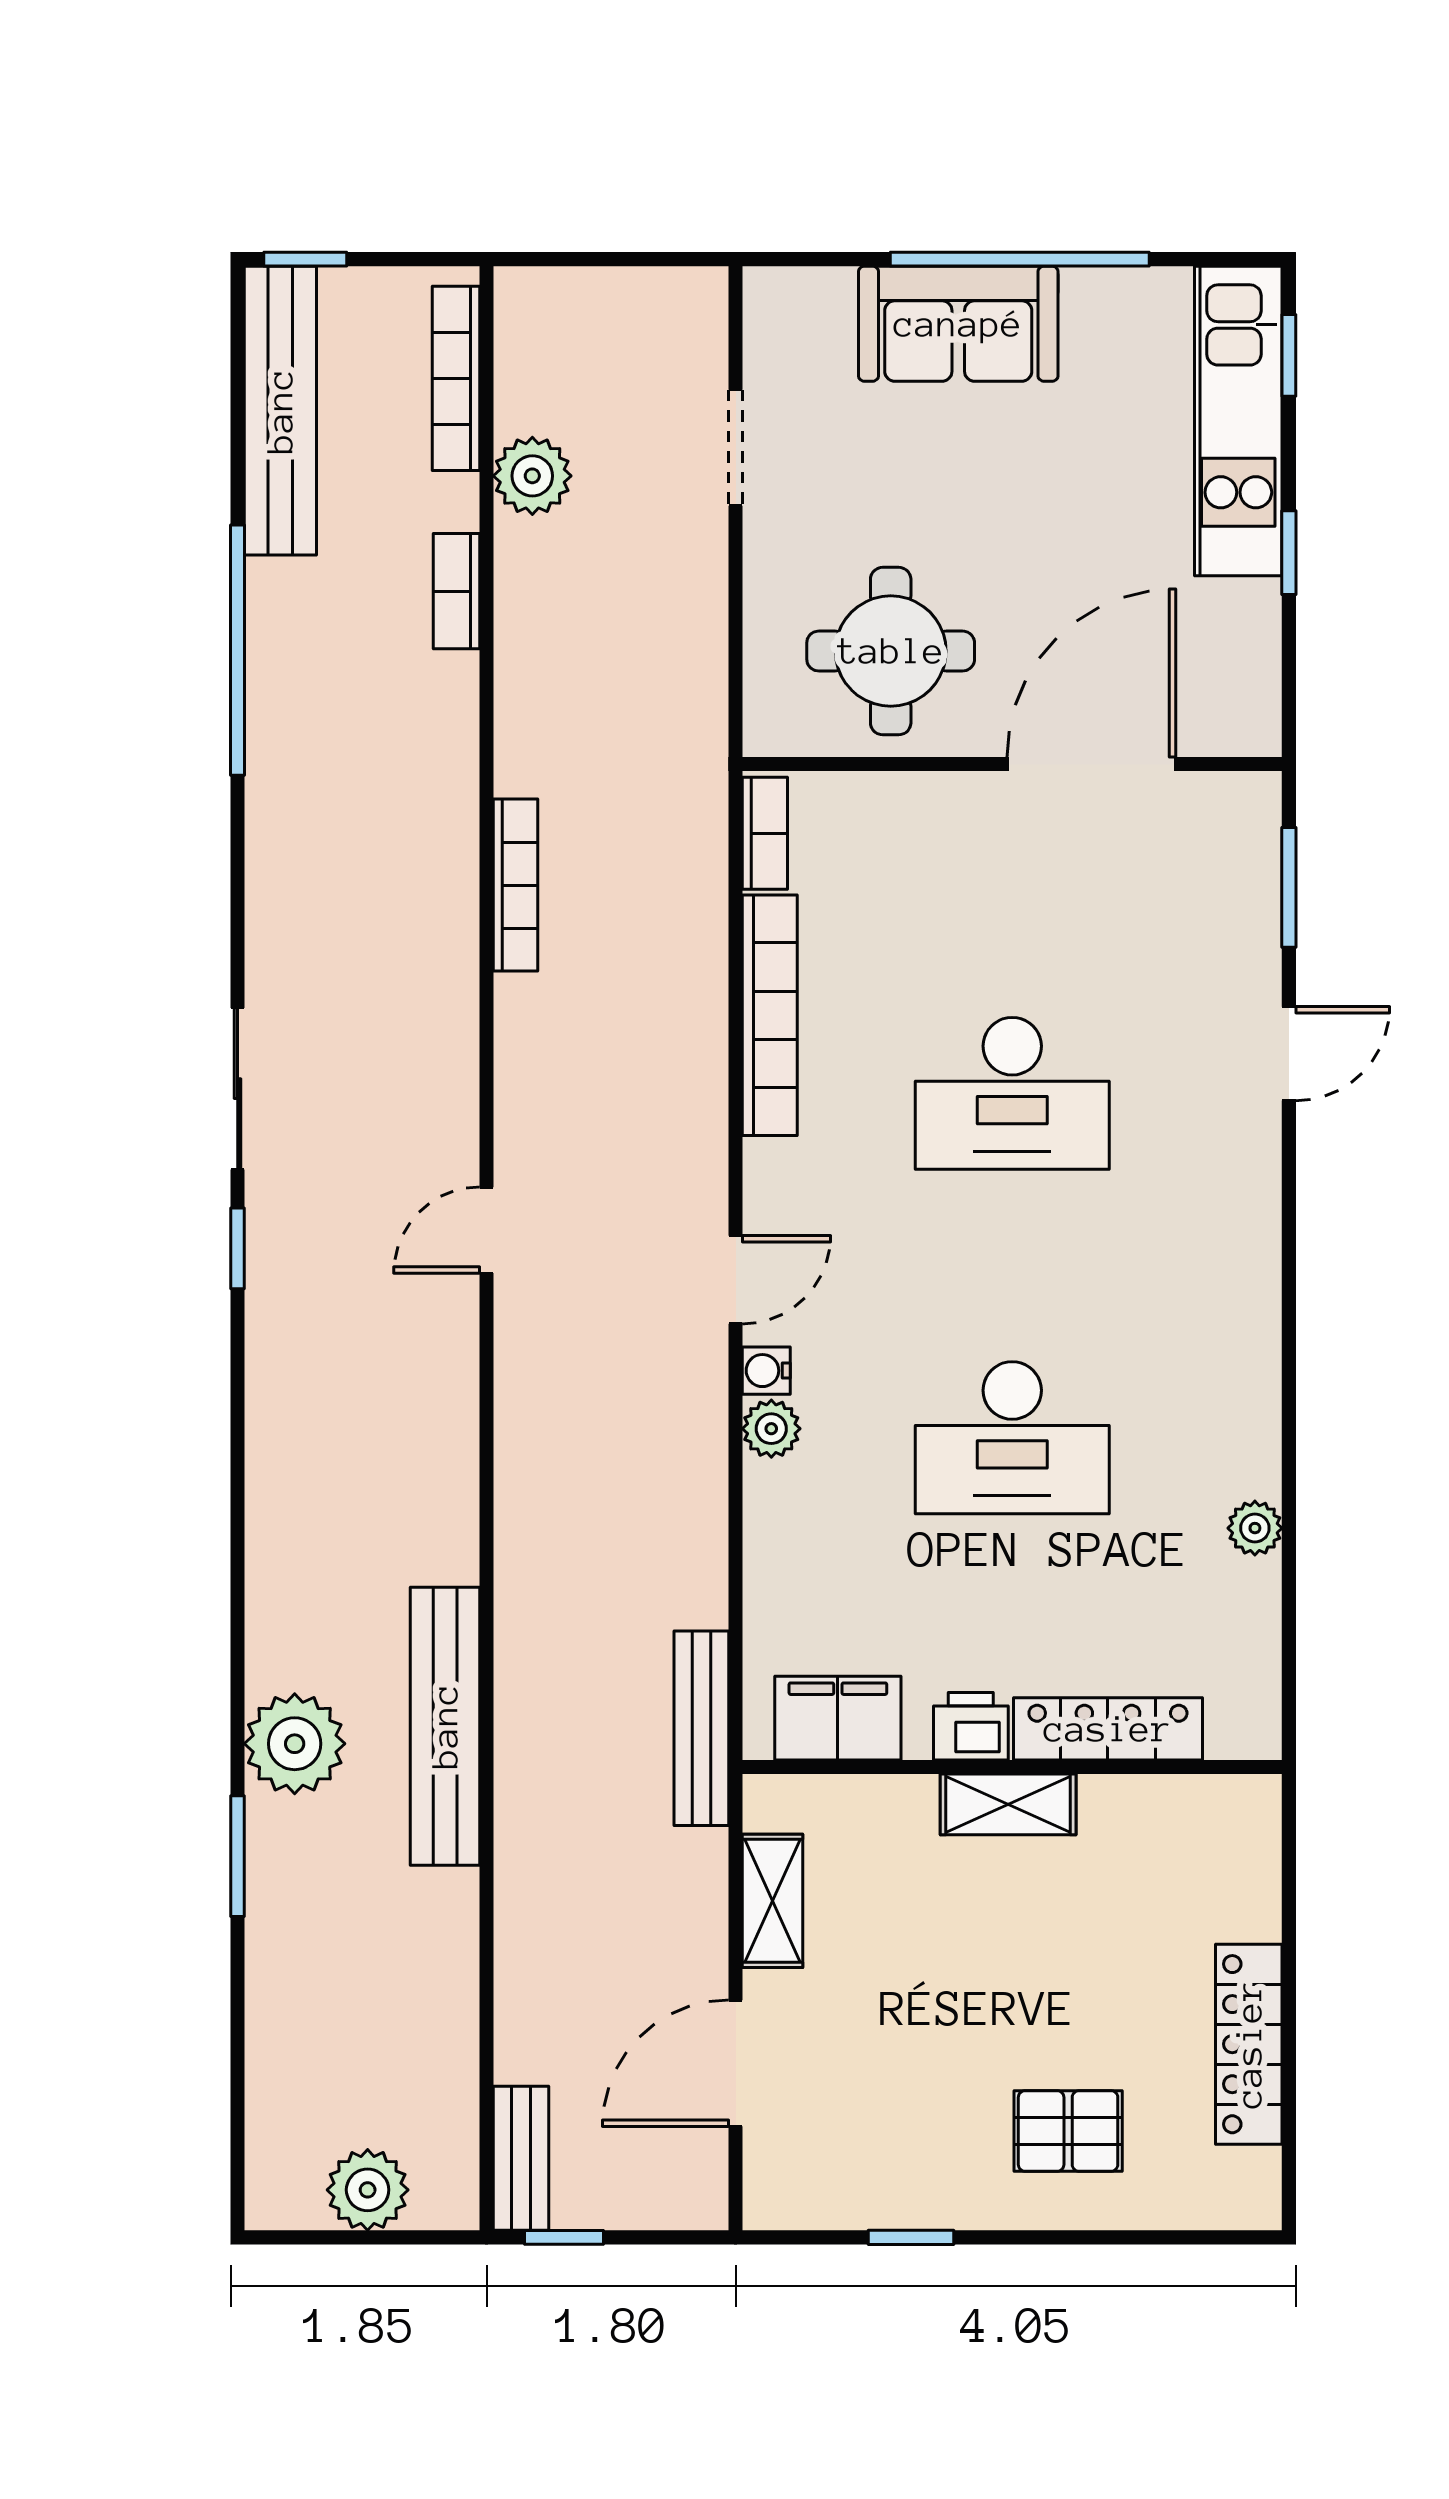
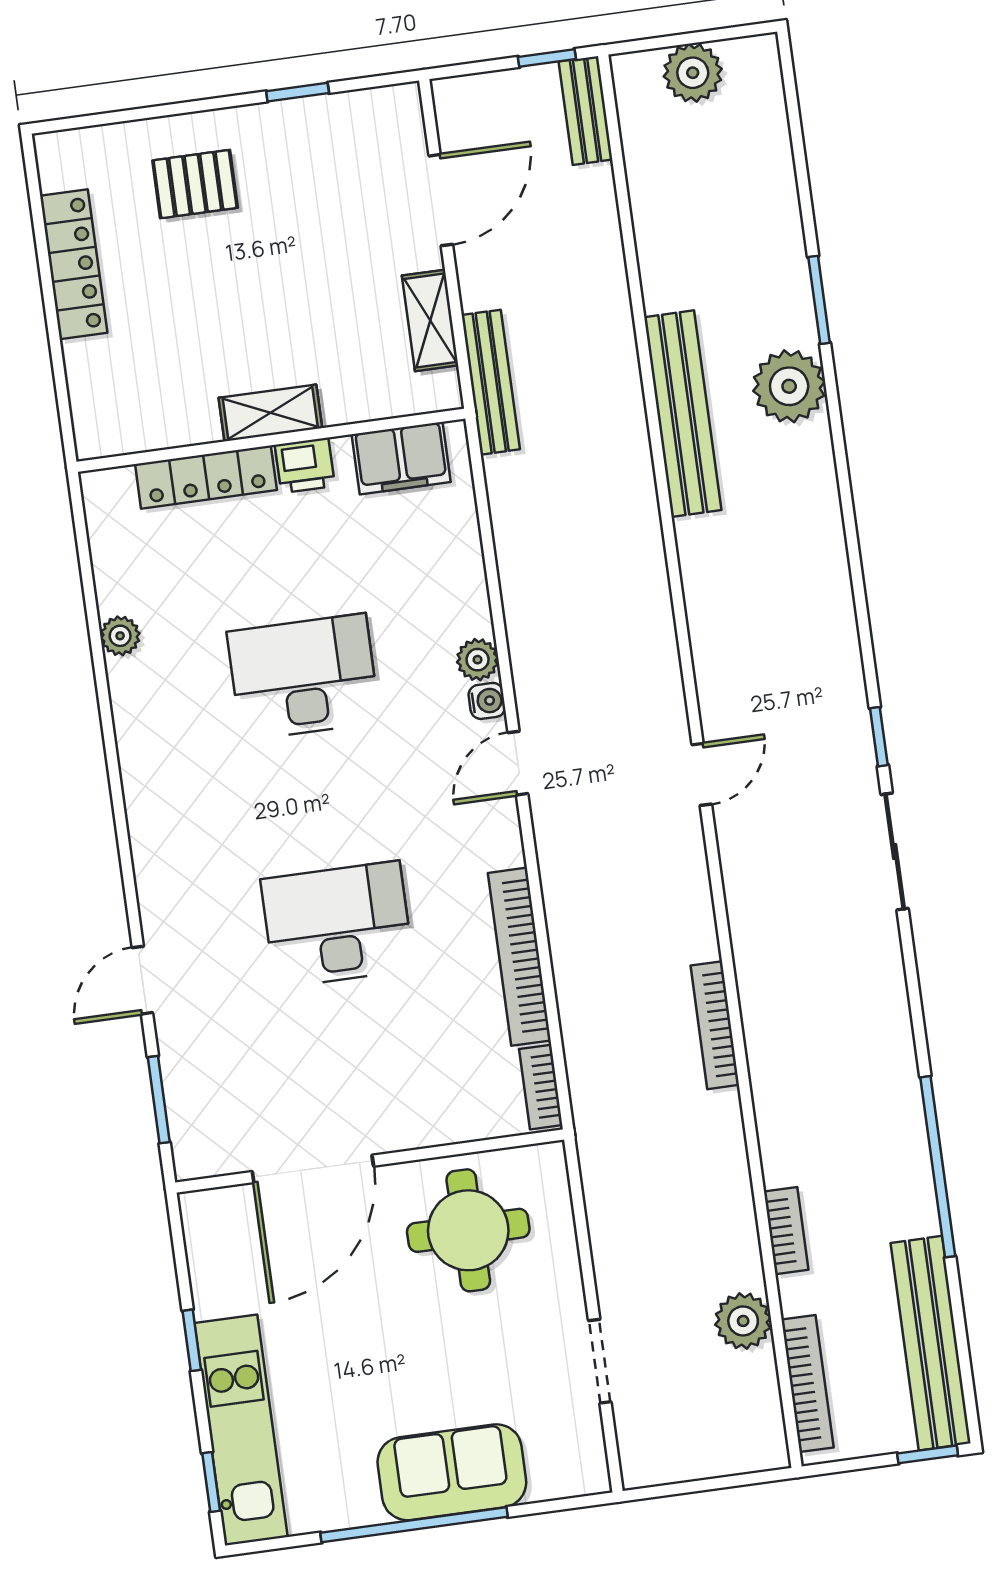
bench: (701, 1728) -> (491, 382), moved

